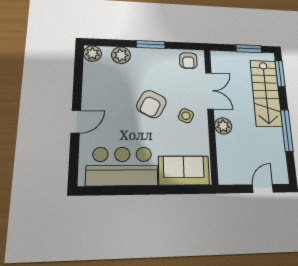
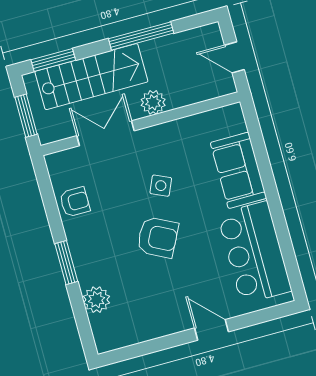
plant: (92, 54) -> (106, 339), removed
double door: (209, 91) -> (106, 133), moved
wall: (211, 114) -> (140, 124), moved
plant: (223, 126) -> (153, 102), moved

